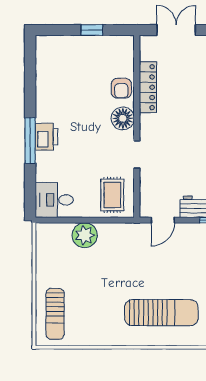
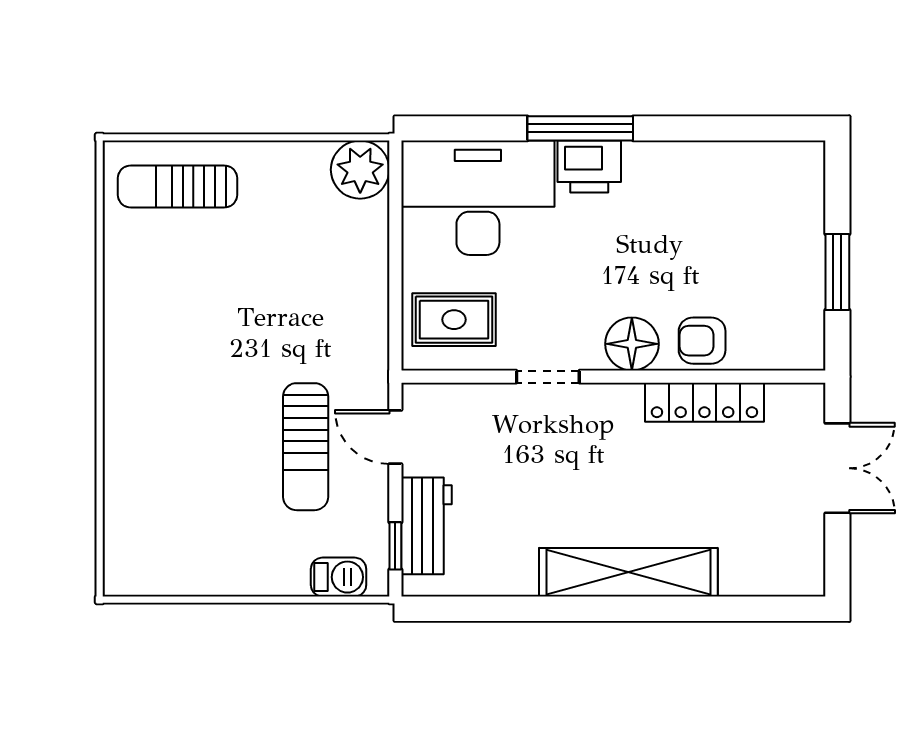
window: (92, 30) -> (837, 272), width x1.50
desk: (54, 200) -> (478, 198), width x1.87, depth x1.30
plant: (85, 235) -> (360, 170), moved
sun lounger: (161, 313) -> (306, 447), moved, width x0.73, depth x0.75

